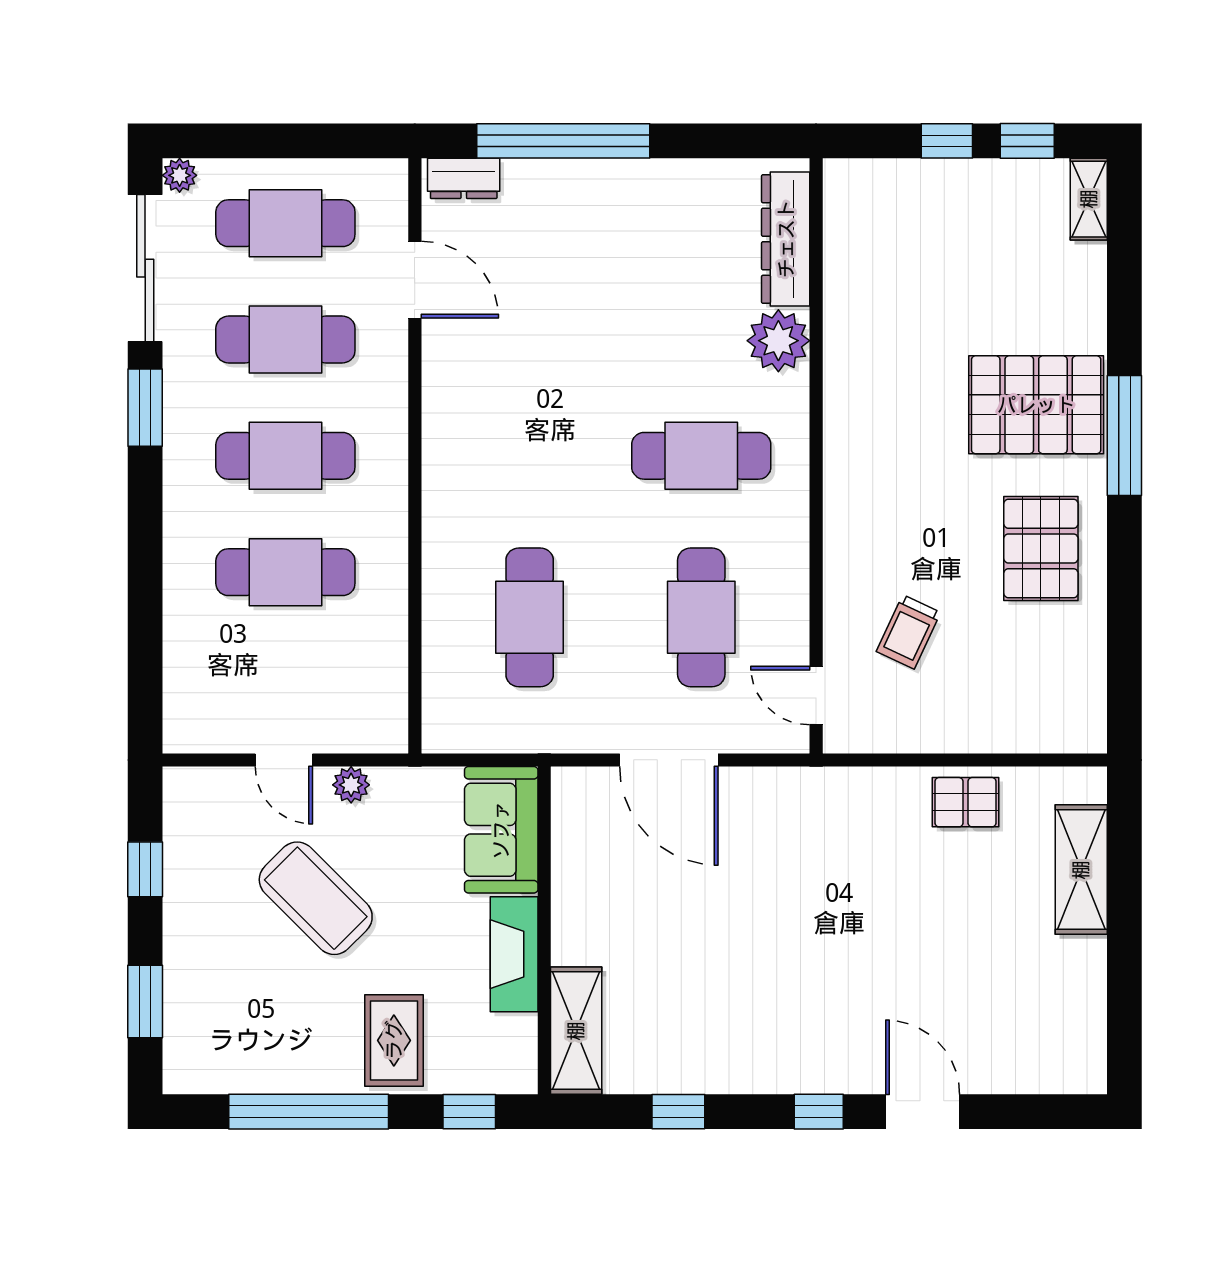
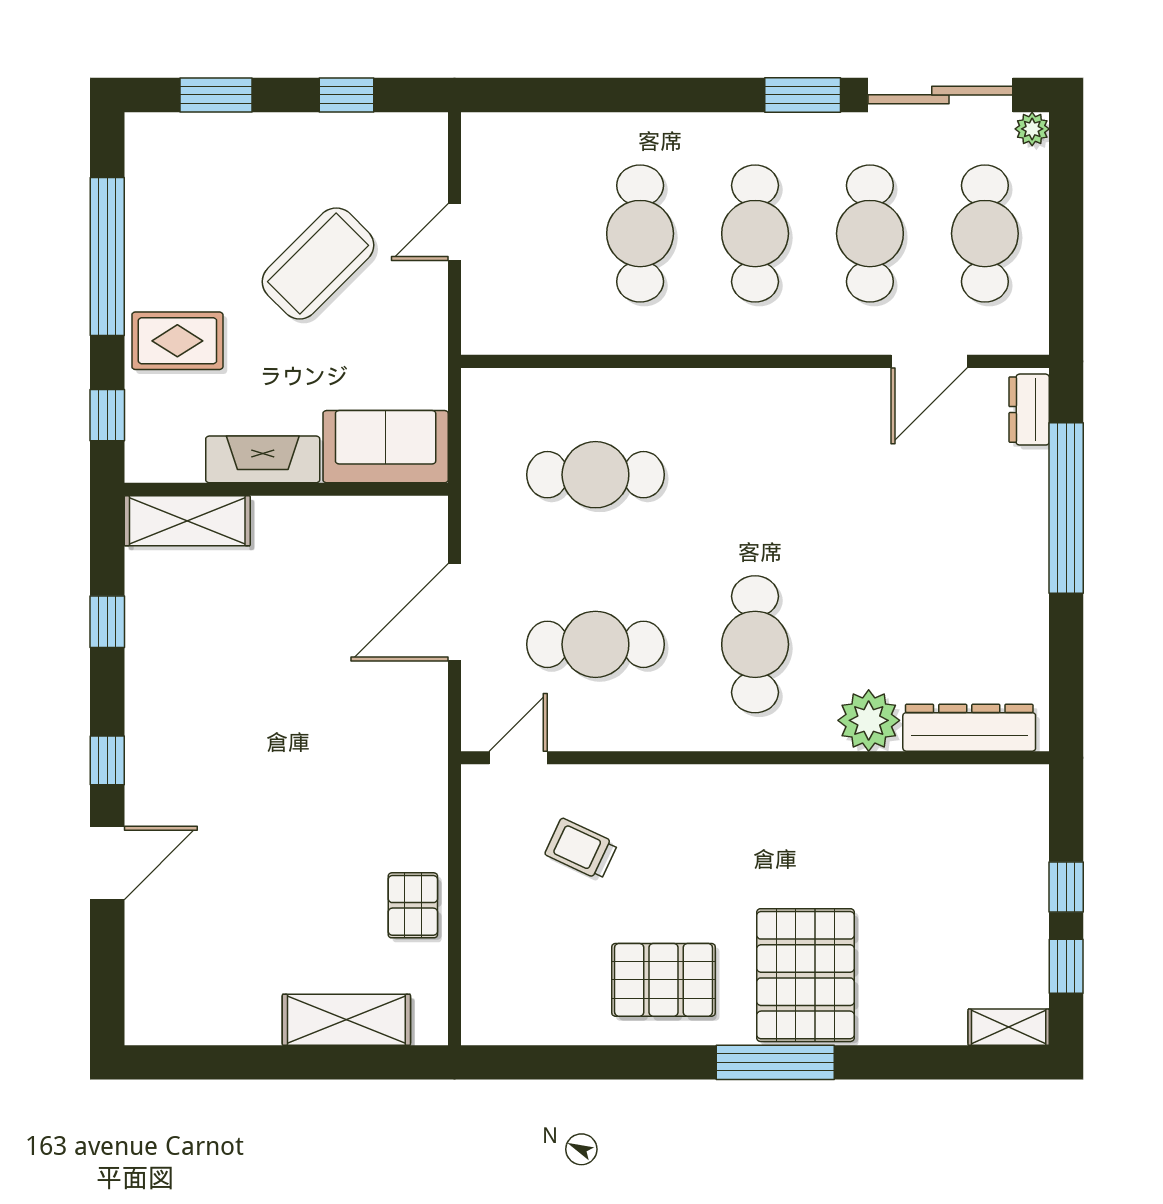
plant: (351, 785) -> (430, 298), removed

